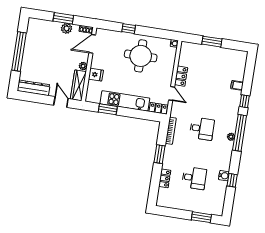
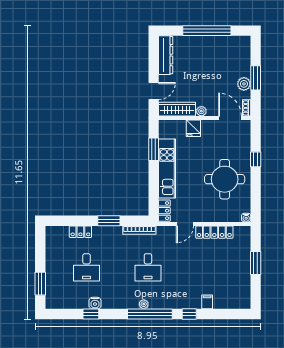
locker: (181, 76) -> (214, 232), width x1.53

